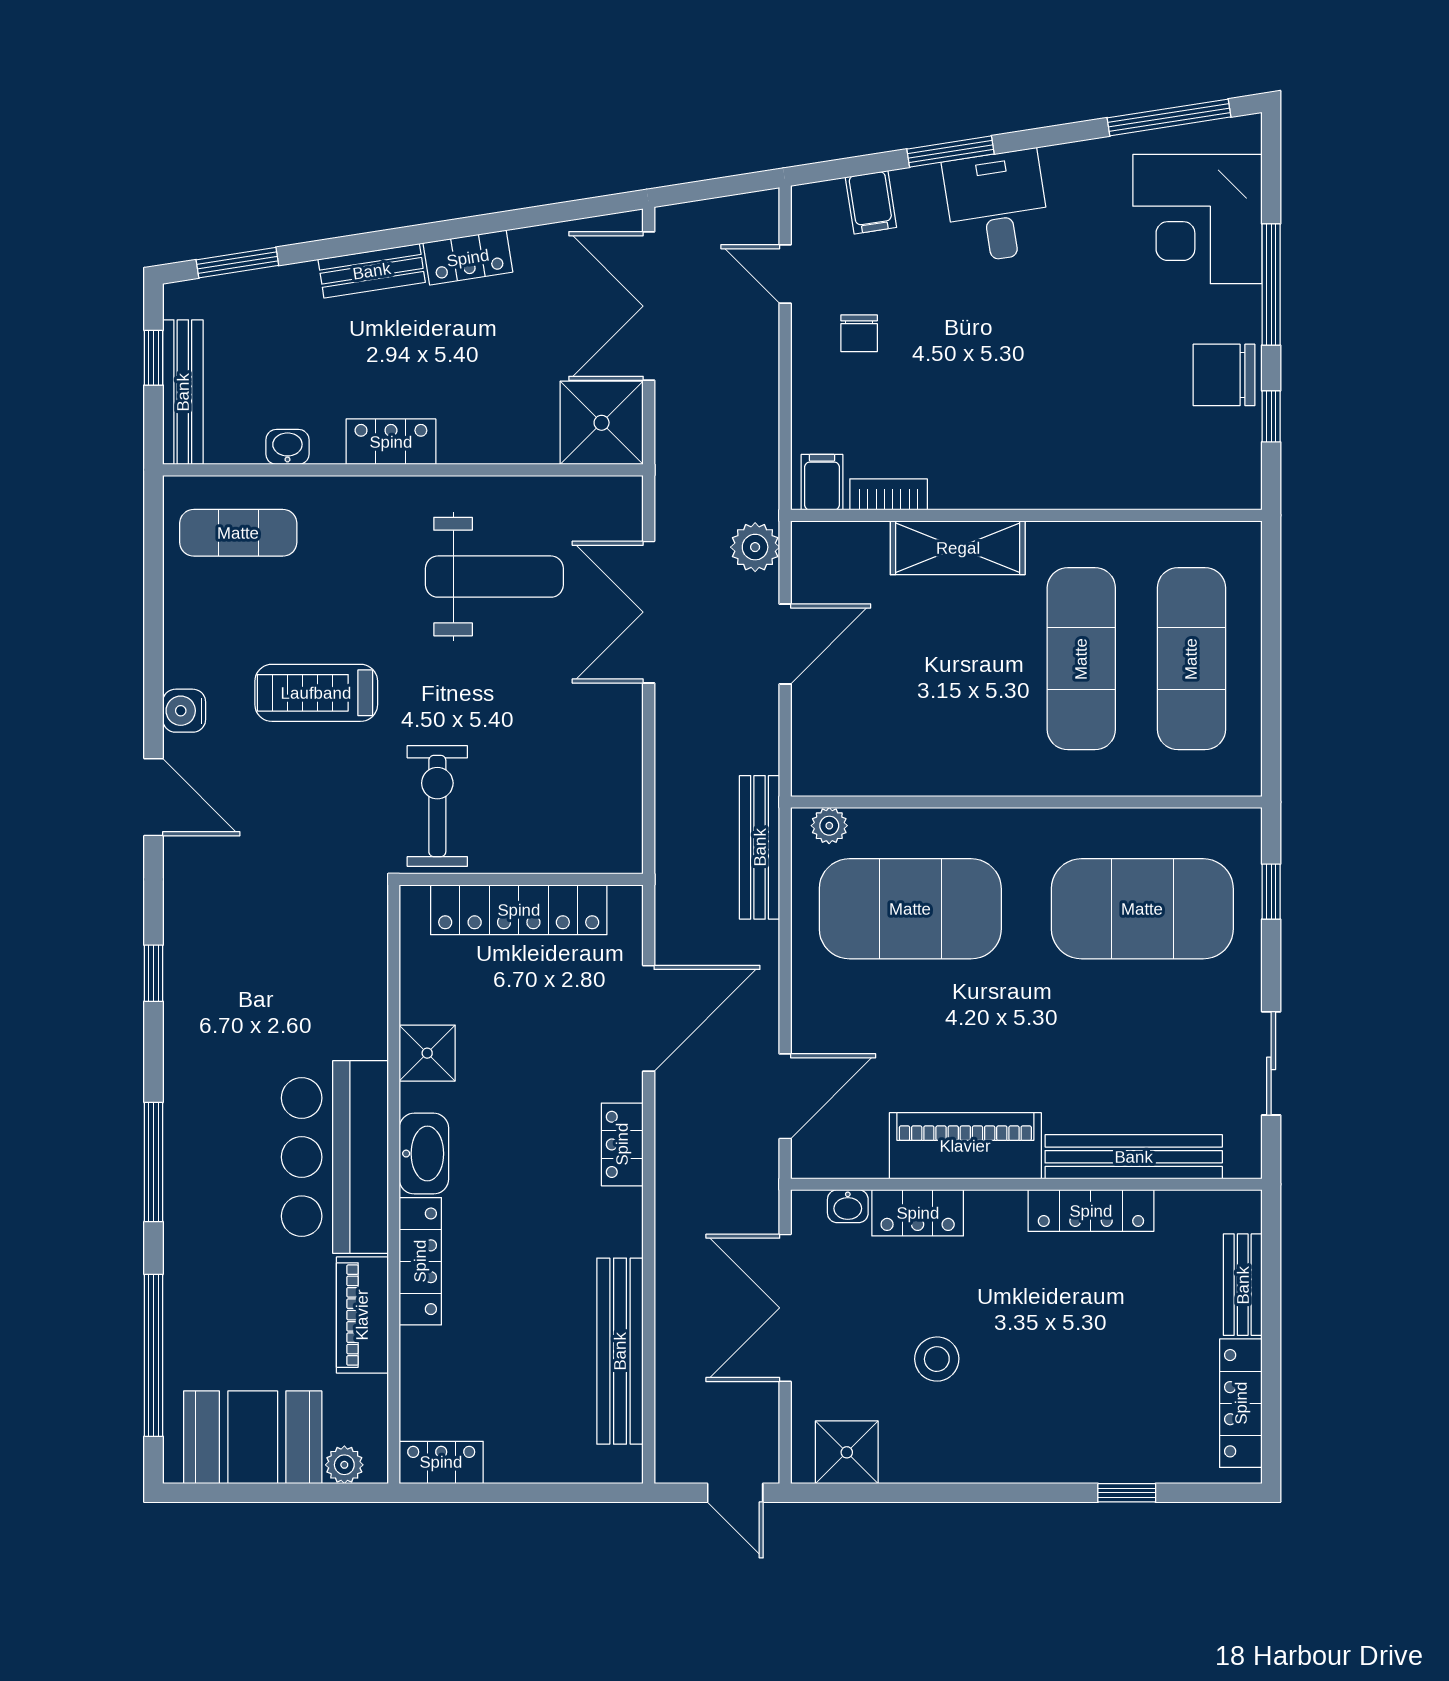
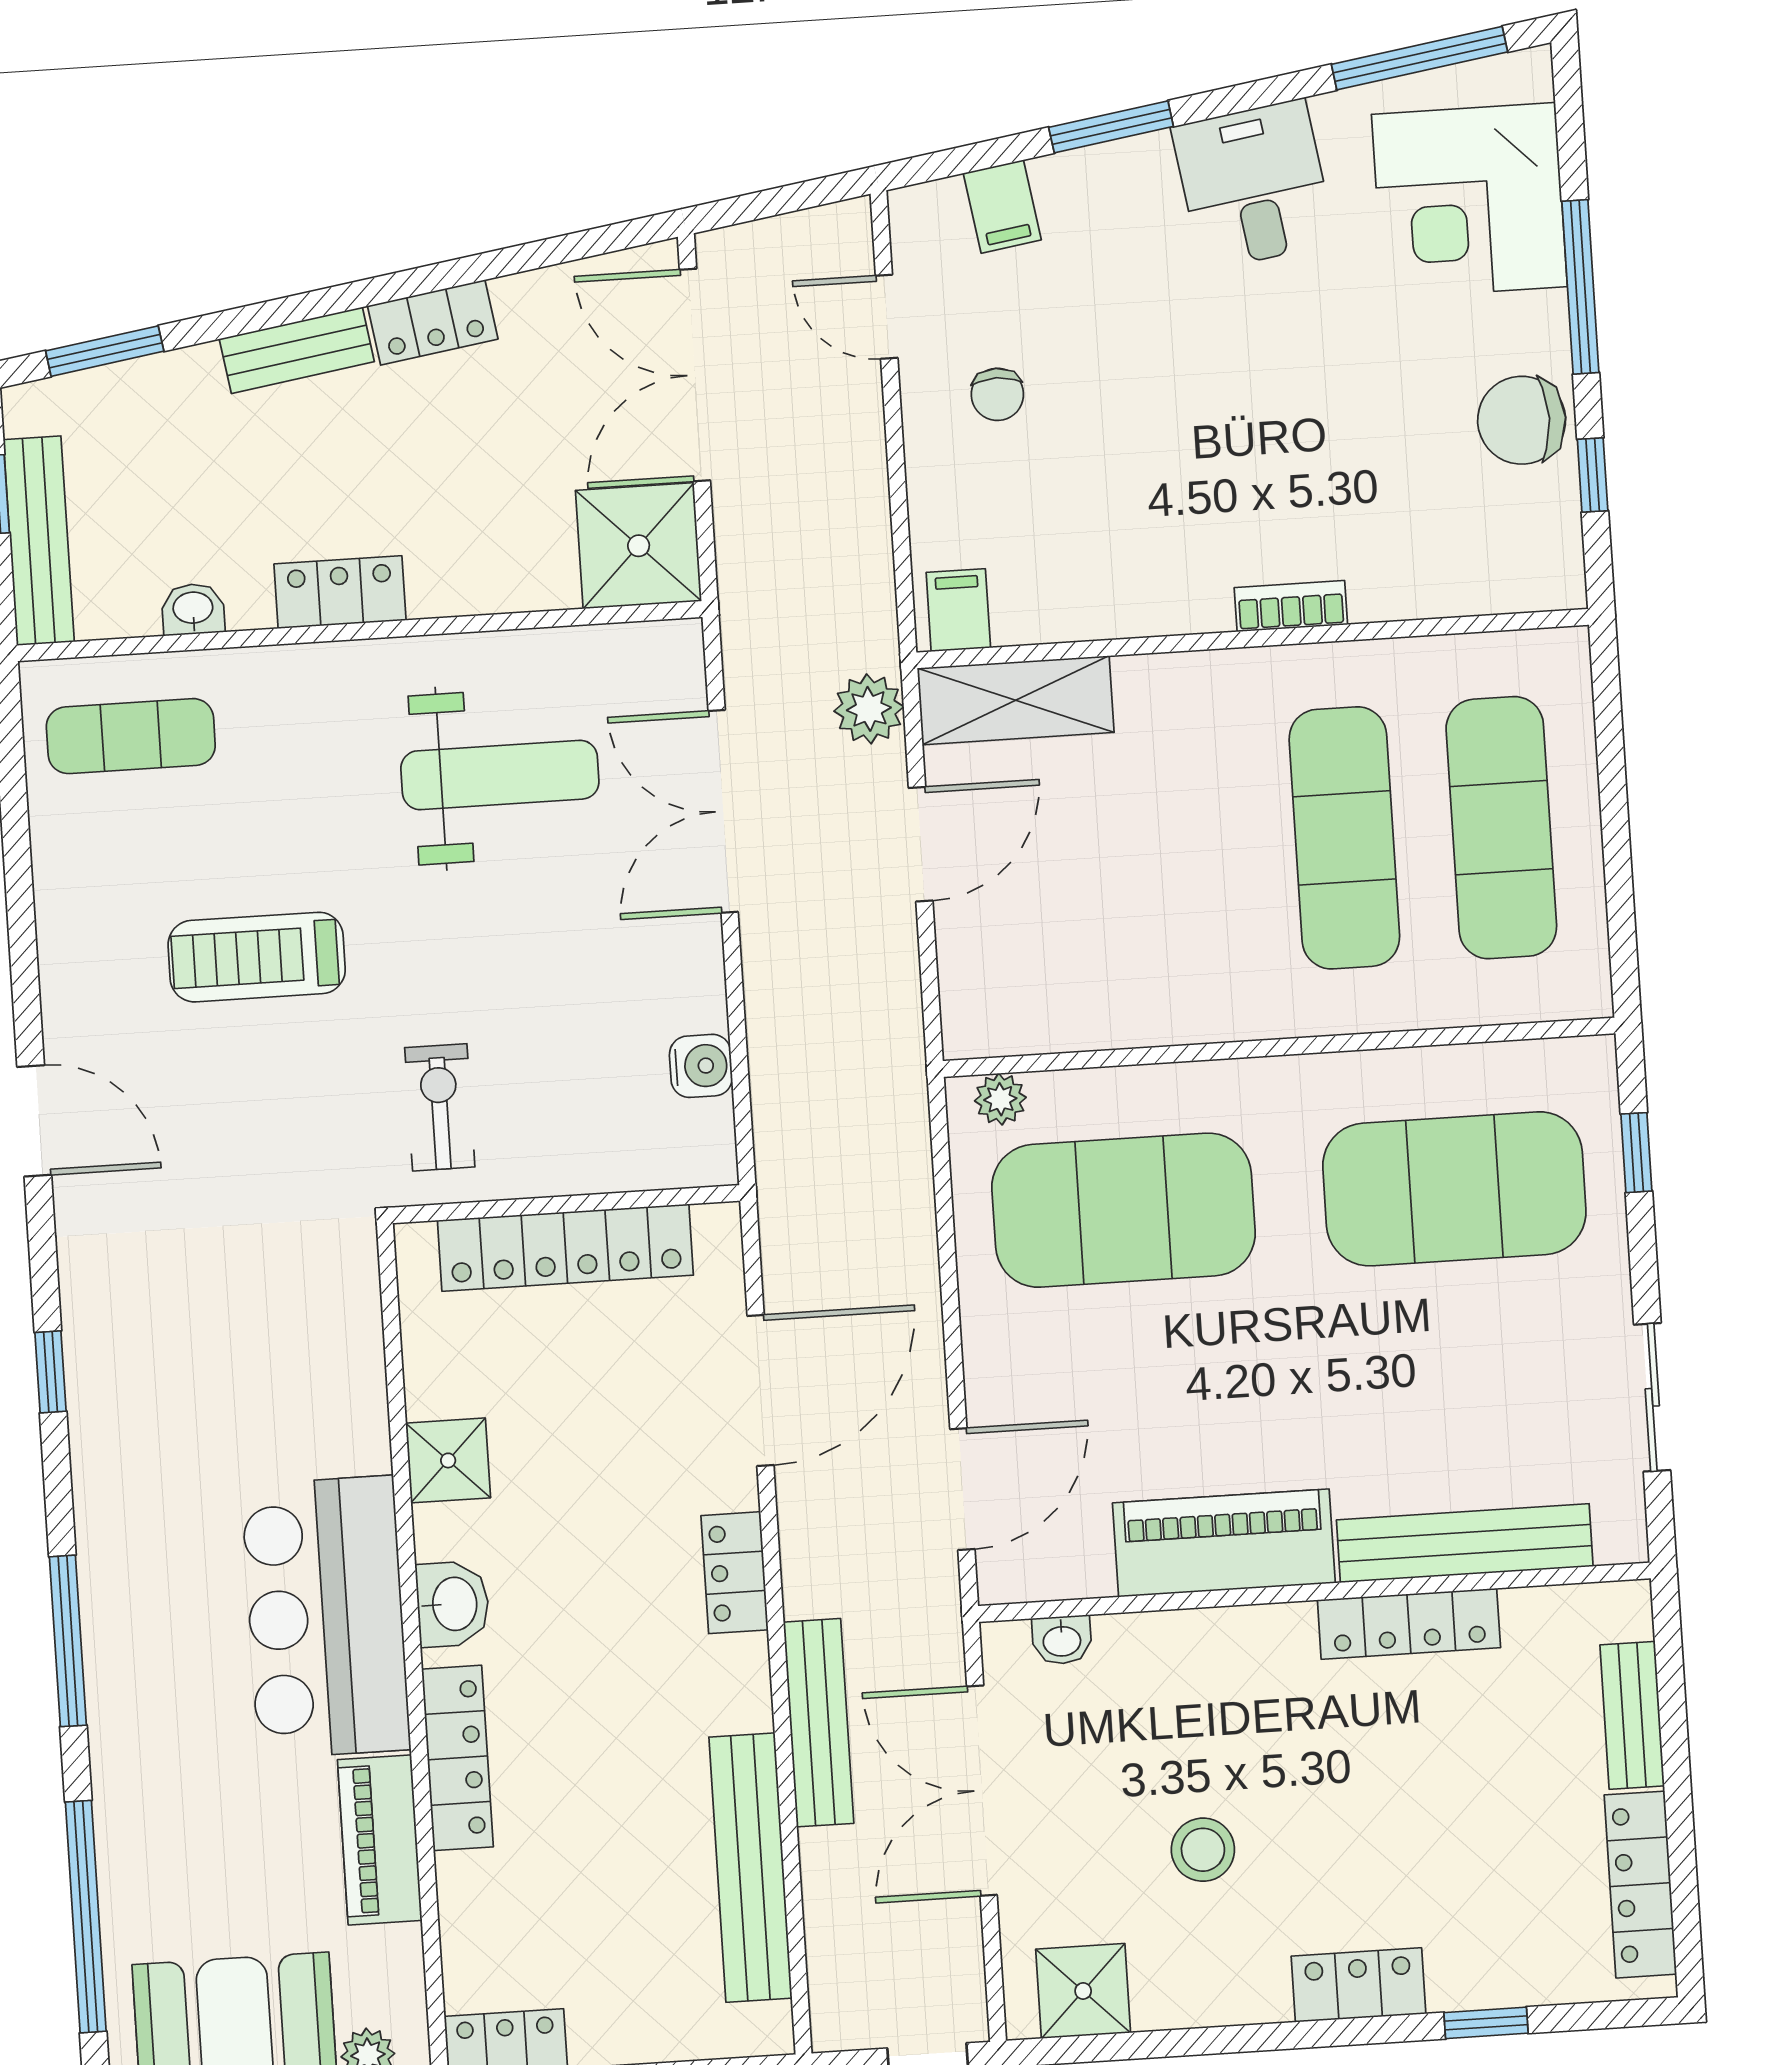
desk: (997, 206) -> (1254, 185), moved
bookcase: (889, 494) -> (1291, 606), moved
shelving: (958, 548) -> (1016, 700), moved
water cooler: (184, 711) -> (701, 1066), moved, turned 180
exercise bike: (437, 806) -> (440, 1107), width x0.73, depth x0.72
bench: (760, 847) -> (819, 1723), moved
washbasin: (424, 1154) -> (453, 1604), width x0.72
locker: (918, 1213) -> (1358, 1985), moved, turned 180

